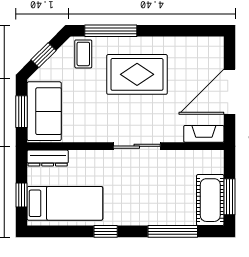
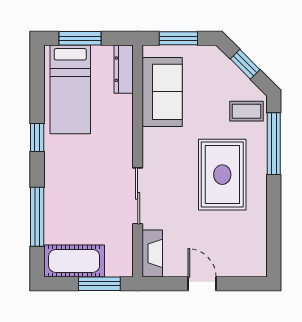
door: (230, 92) -> (202, 284), width x0.53
sofa: (44, 111) -> (162, 92), moved, turned -90
sliding door: (137, 146) -> (138, 196), moved
window: (21, 195) -> (80, 38), width x1.50
window: (230, 197) -> (99, 284), moved

